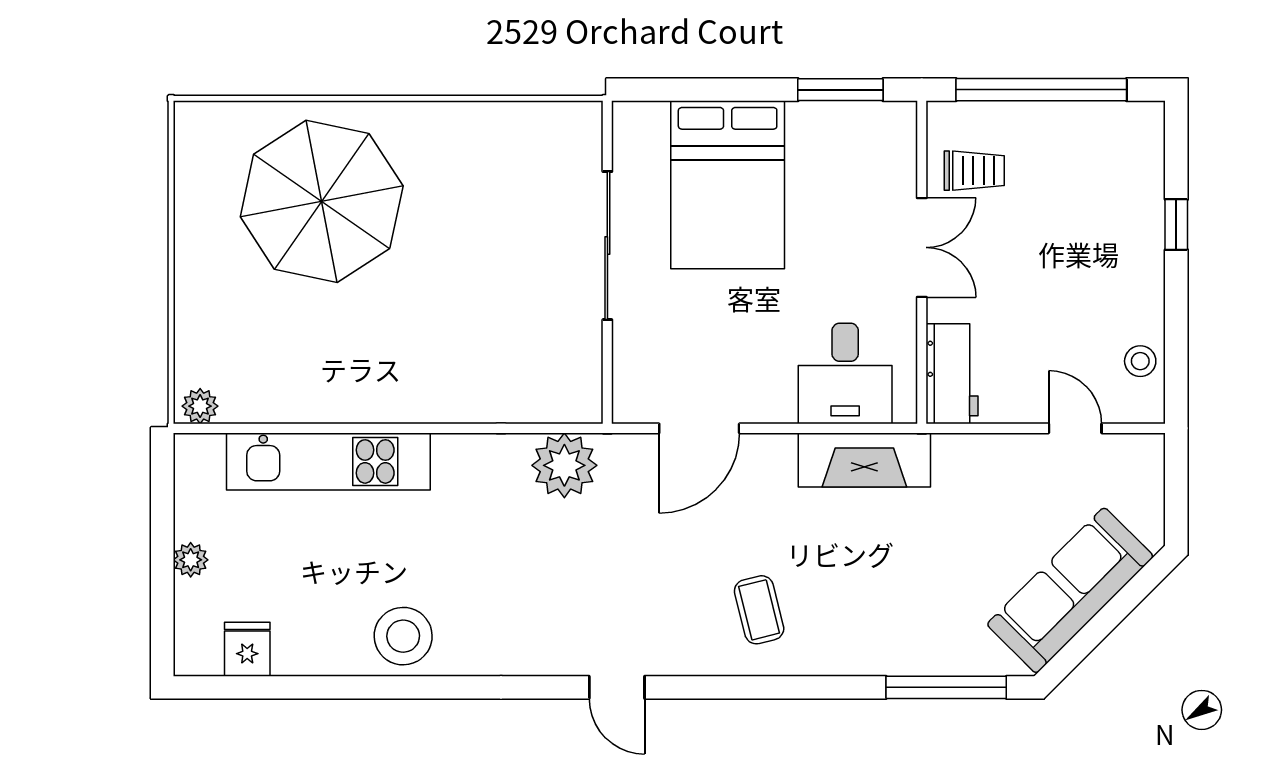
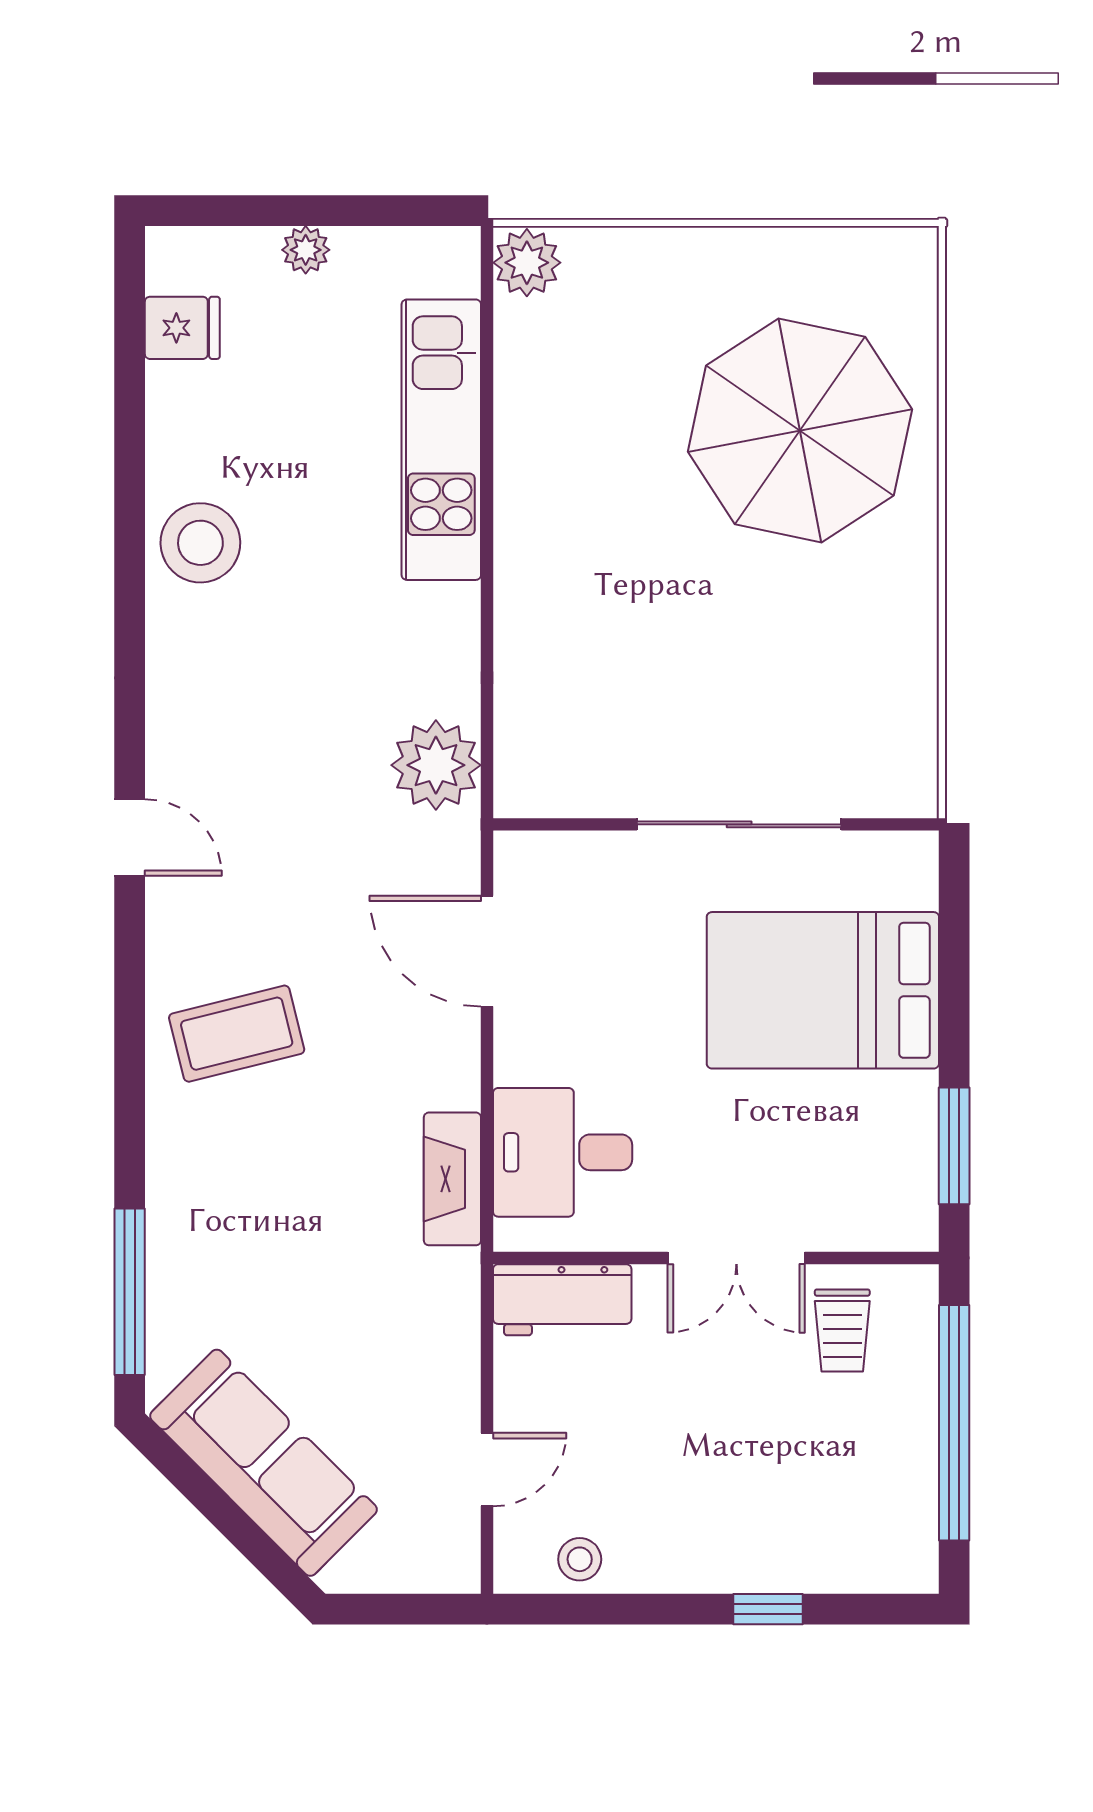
plant: (200, 406) -> (527, 263), width x1.38, depth x1.38
fireplace: (864, 460) -> (452, 1179), width x0.73, depth x0.76
coffee table: (759, 610) -> (237, 1034), width x1.36, depth x1.30
door: (617, 687) -> (130, 838), swing flipped

